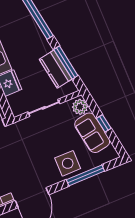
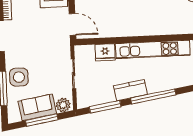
kitchen counter: (56, 69) -> (130, 90), moved
window: (104, 123) -> (42, 120), width x2.17

